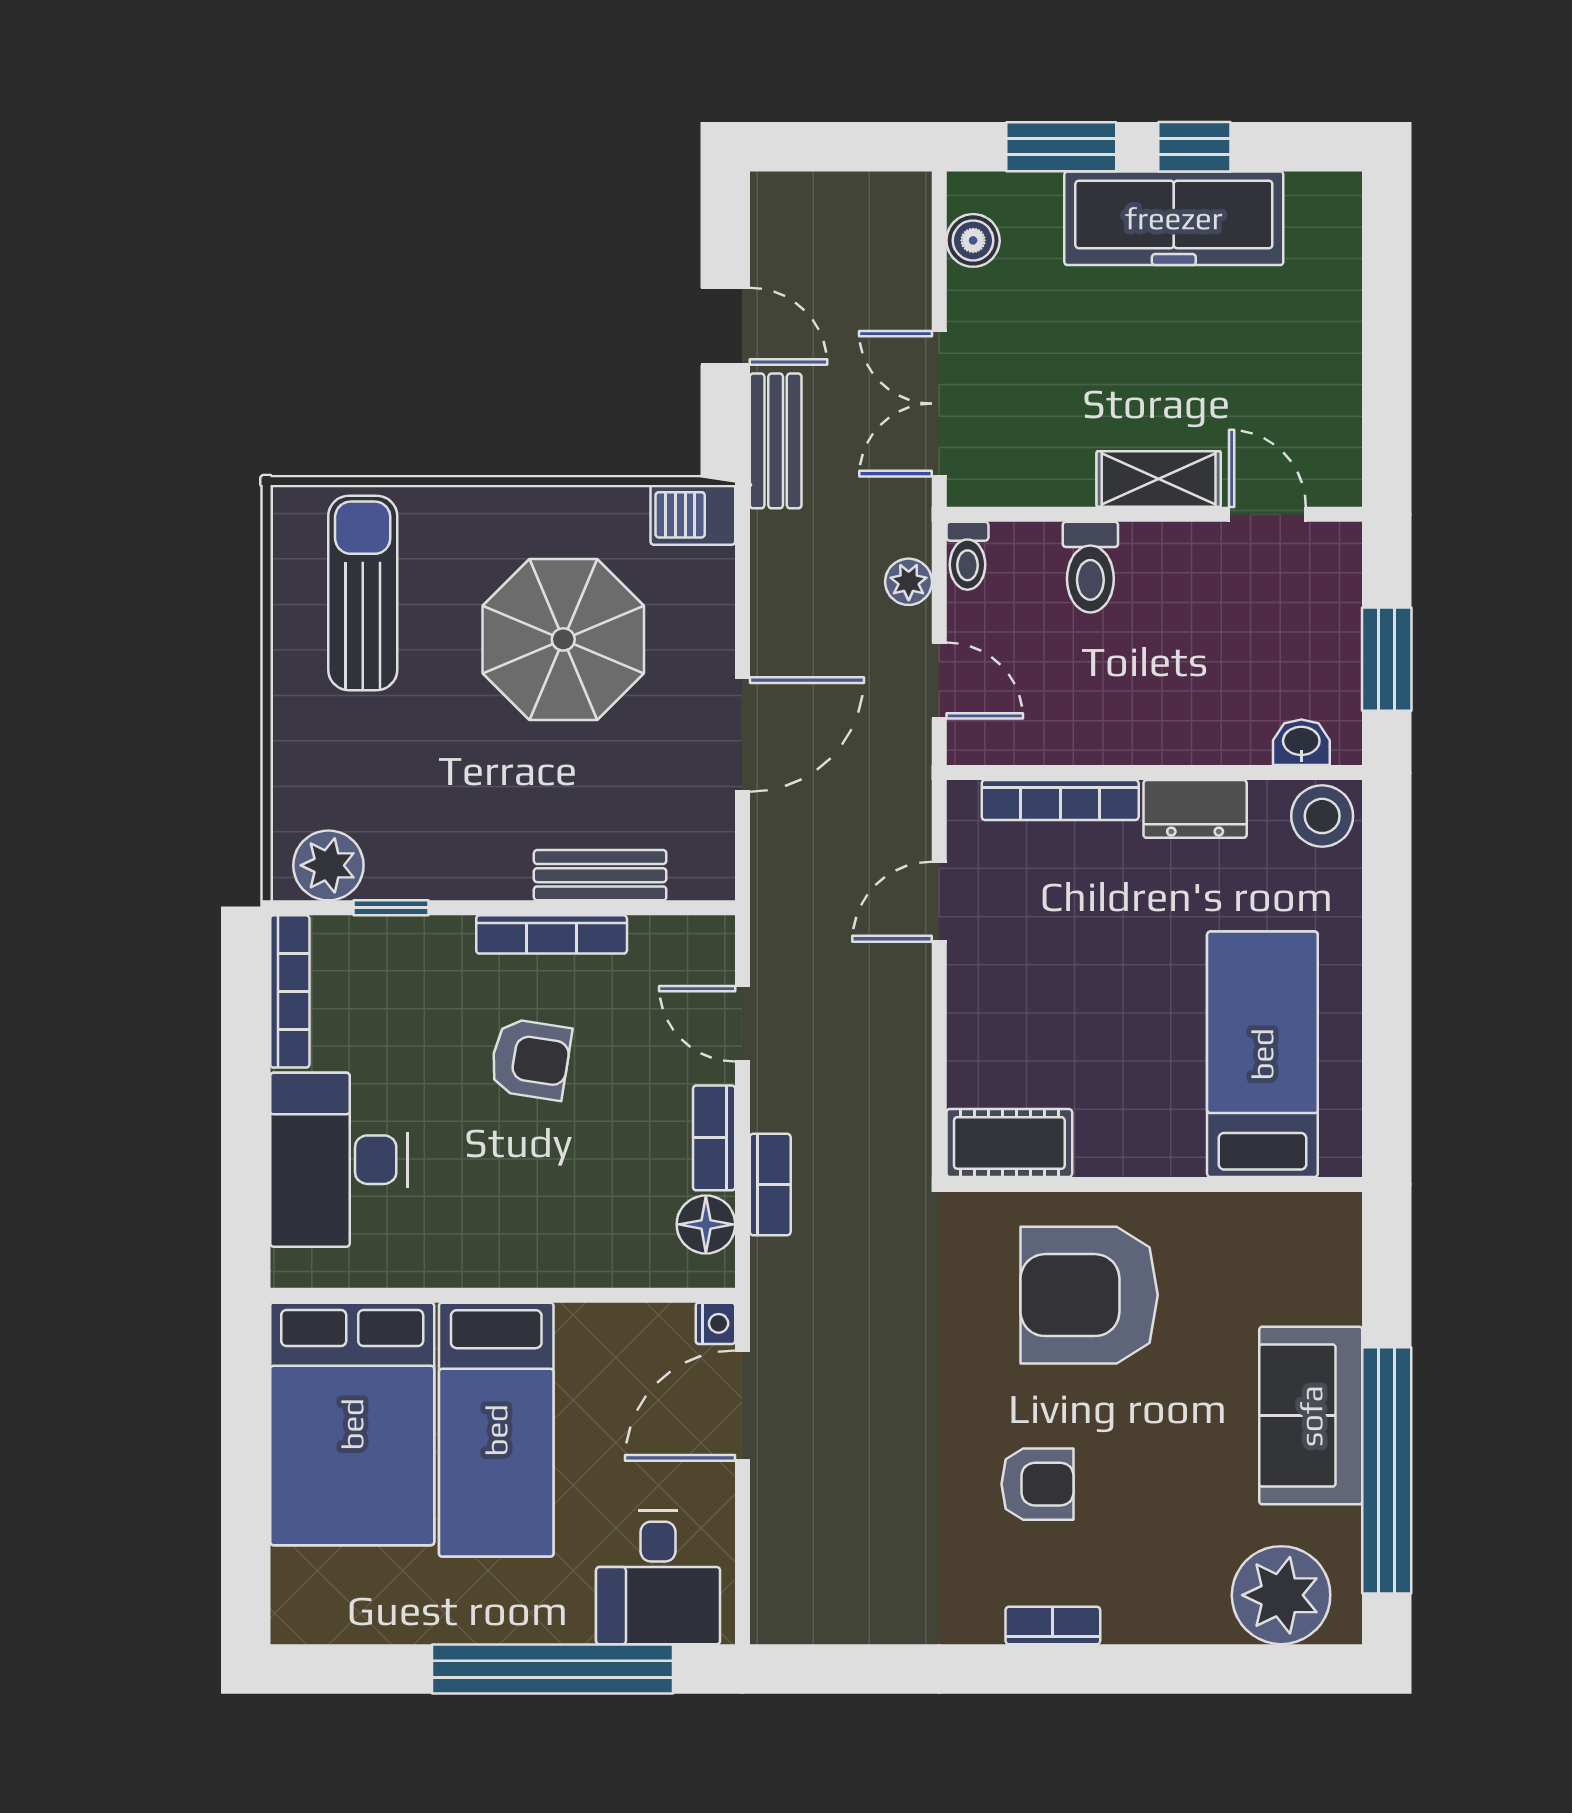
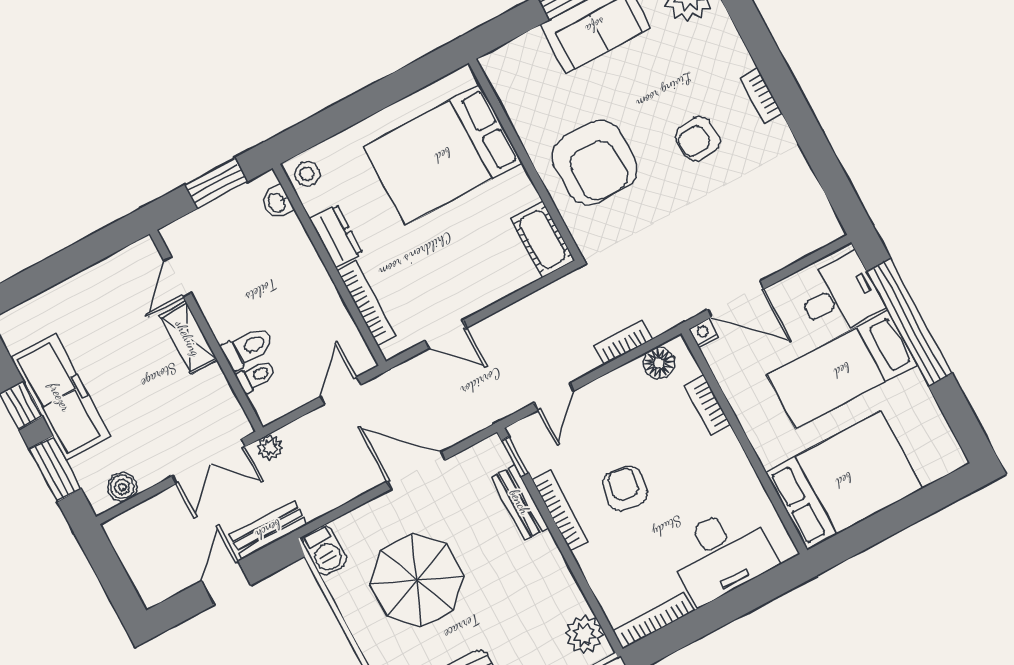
toilet: (967, 556) -> (256, 376), moved
plant: (909, 582) -> (270, 447), moved
stool: (1322, 816) -> (307, 174), width x0.73, depth x0.73
window: (391, 908) -> (515, 457), moved
bed: (1262, 1054) -> (443, 155), width x1.50
bookcase: (714, 1138) -> (707, 405), moved, turned 90
bed: (496, 1430) -> (842, 370), moved, turned 180
armchair: (1037, 1484) -> (698, 139), turned -94

